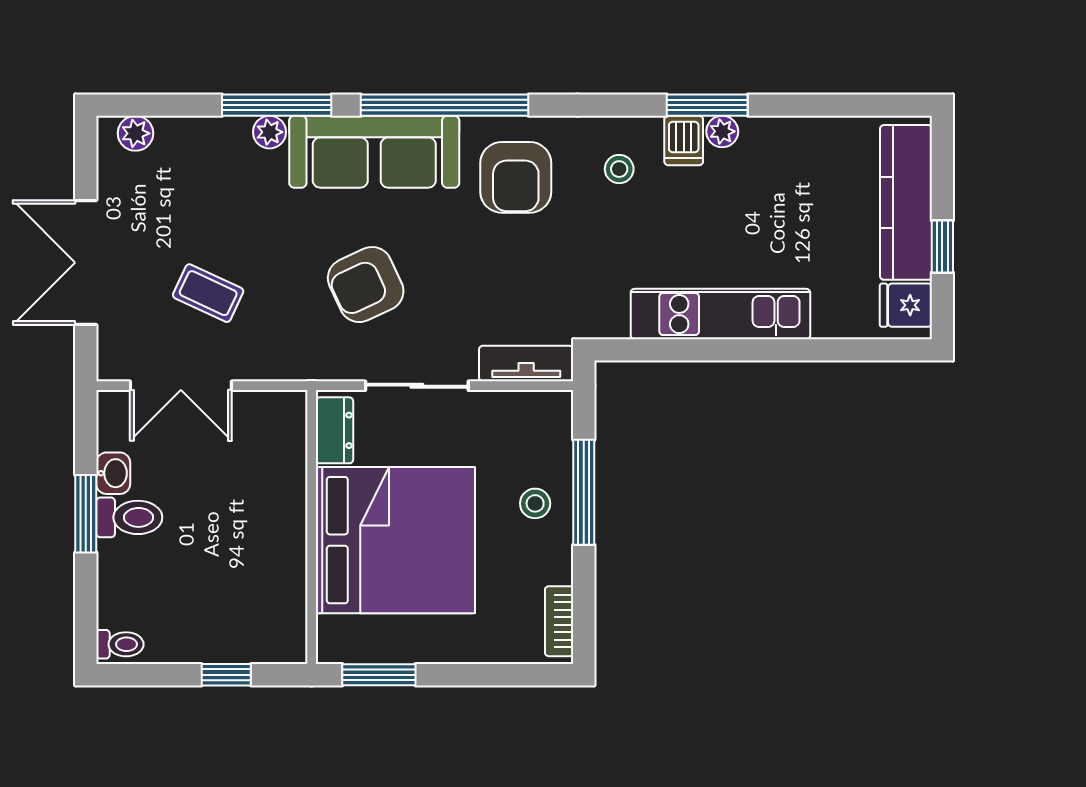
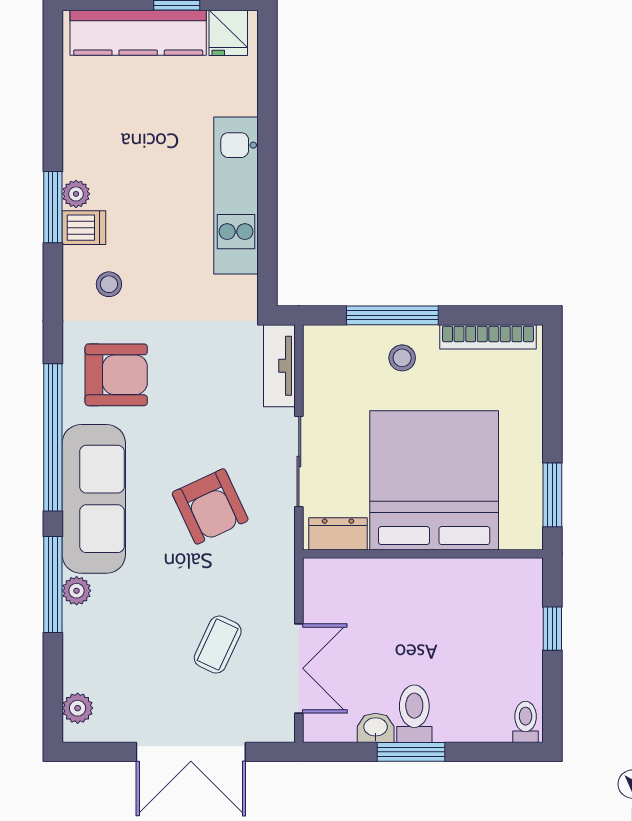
bookcase: (559, 621) -> (488, 337), width x1.56

